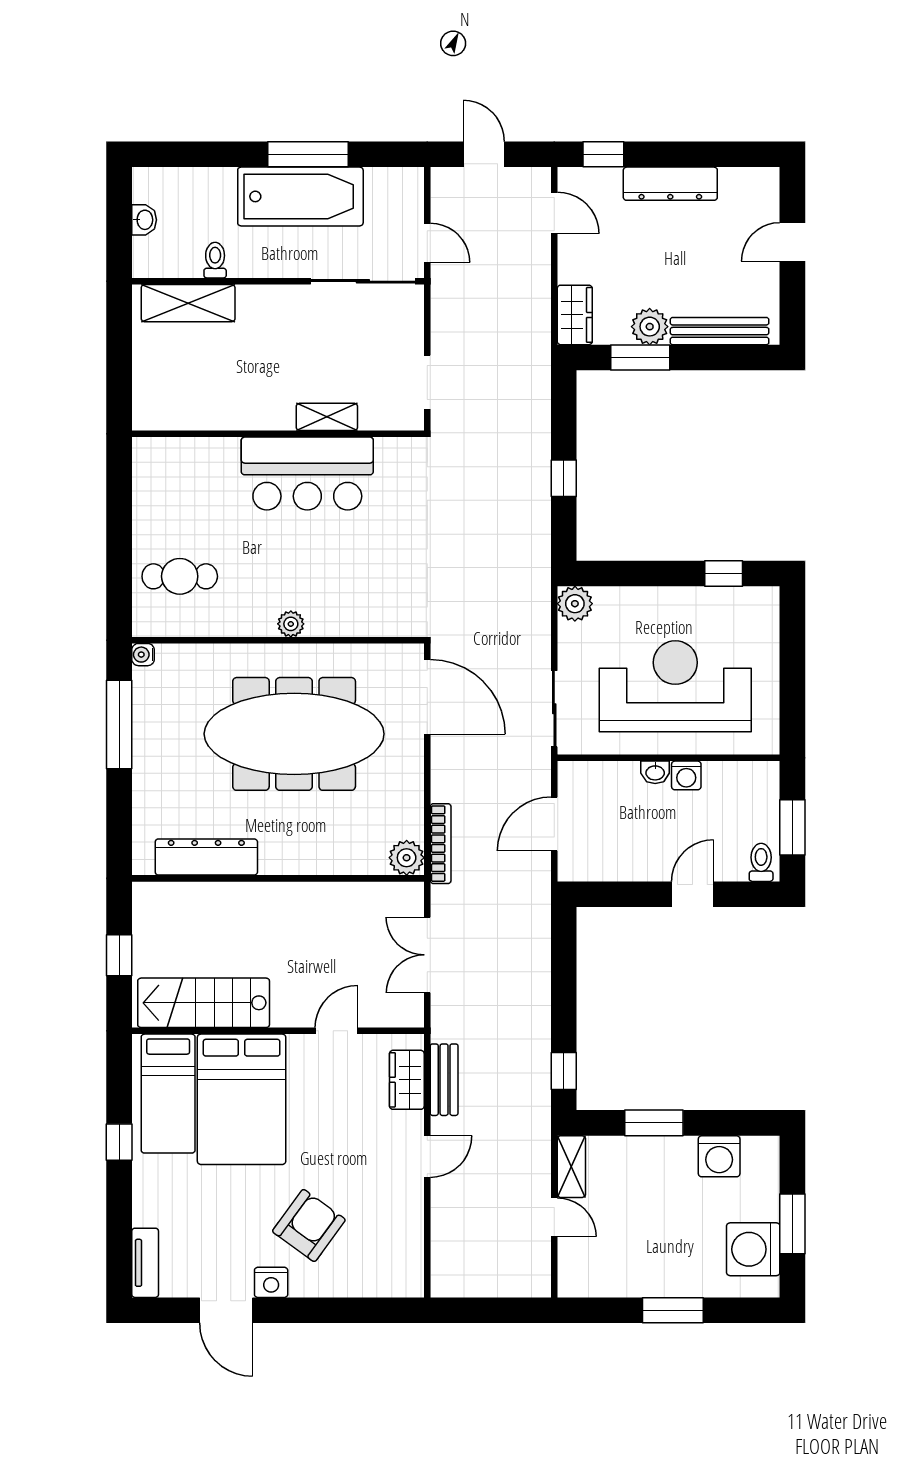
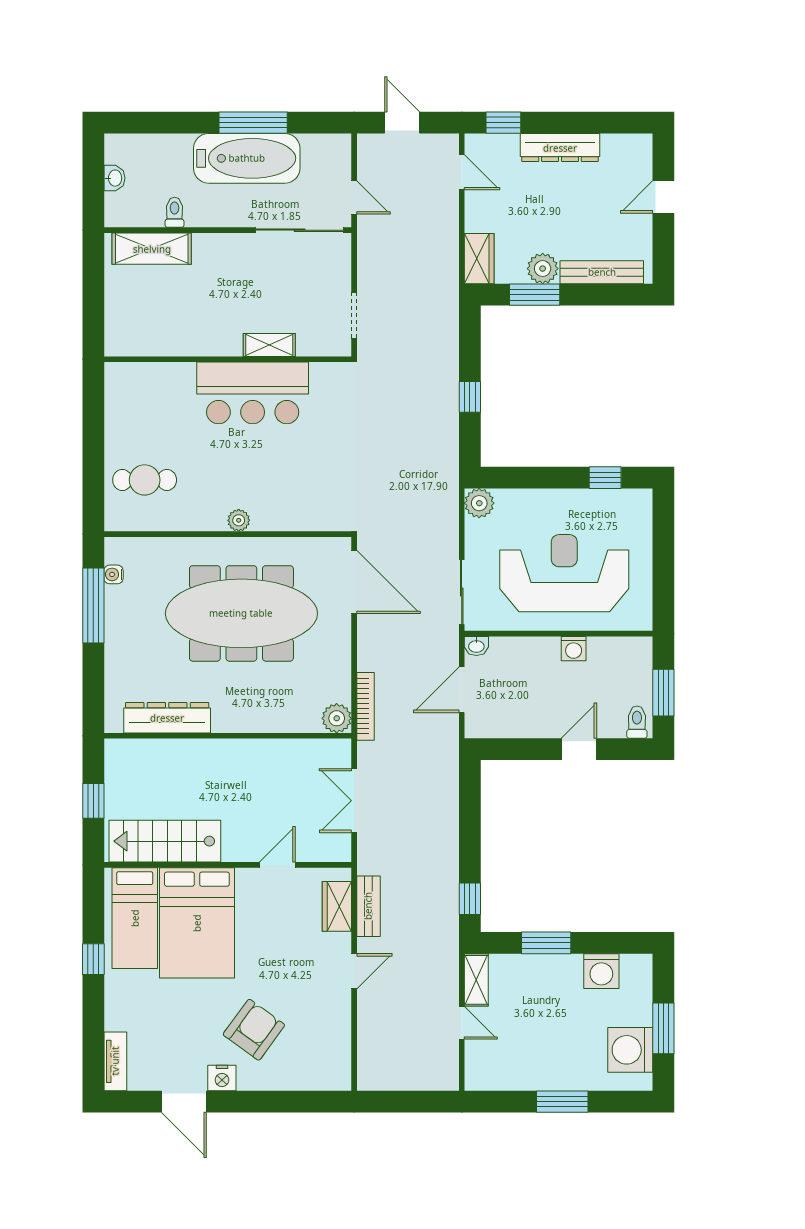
water cooler: (143, 655) -> (114, 574), moved
washbasin: (655, 772) -> (476, 646), moved

